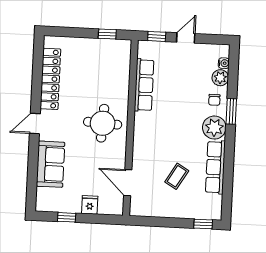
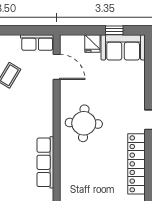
sofa: (51, 164) -> (123, 47), moved, turned -90
row of seats: (146, 209) -> (37, 42), added

